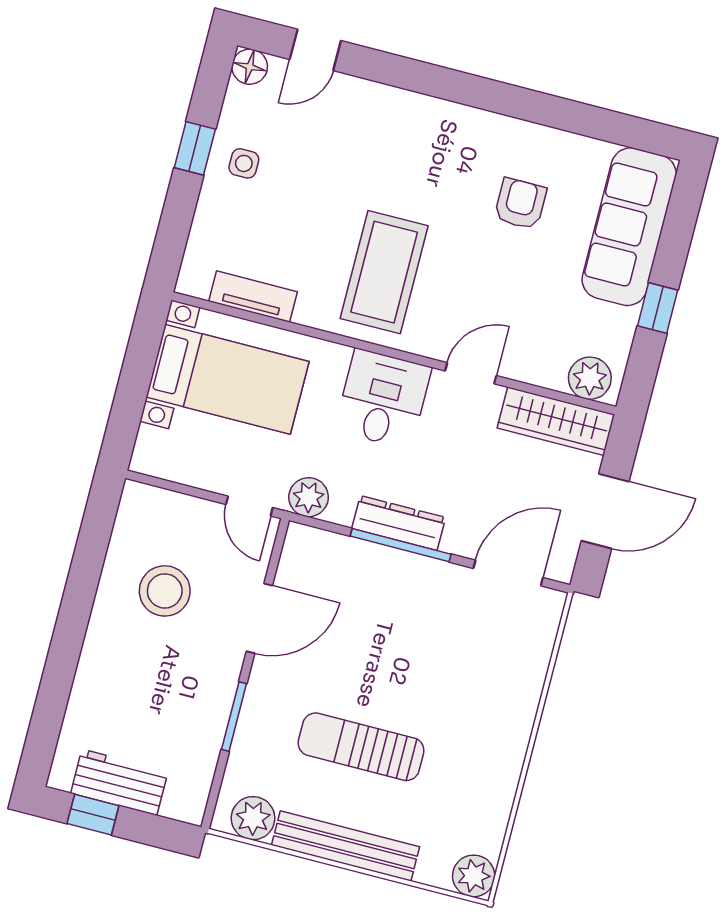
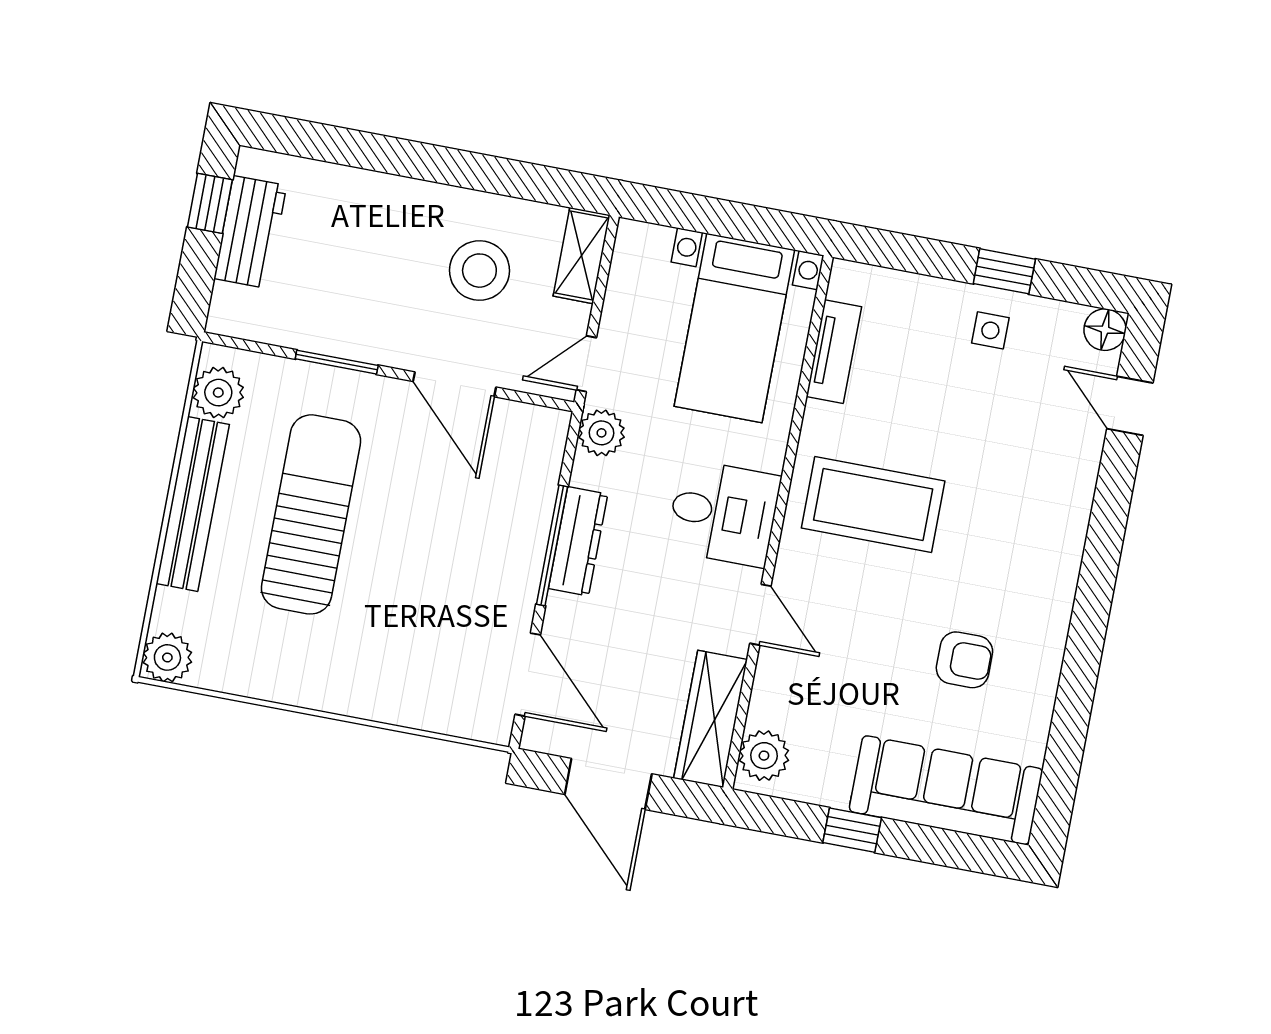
shelving: (158, 504) -> (582, 256), added
sun lounger: (361, 747) -> (311, 514), width x1.36, depth x1.34

